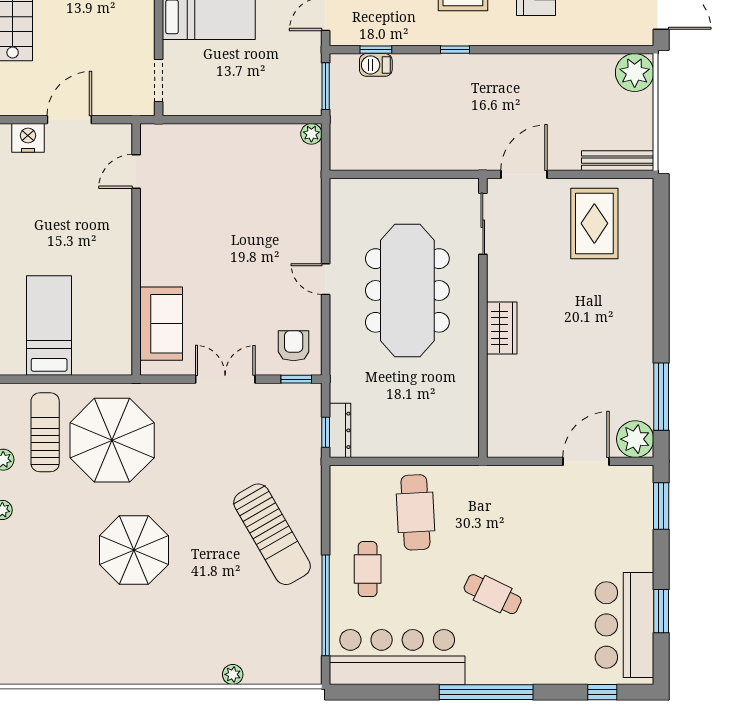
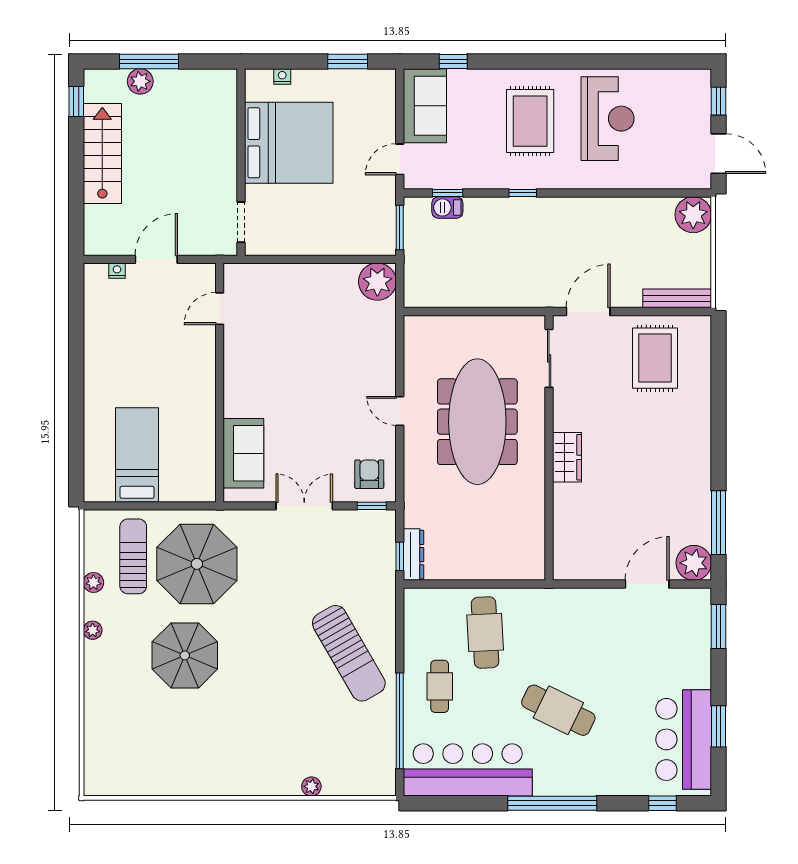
plant: (311, 134) -> (377, 282), width x1.88, depth x1.88
nightstand: (28, 138) -> (117, 271), width x0.53, depth x0.56
parasol: (134, 550) -> (185, 655), moved
cafe table: (493, 594) -> (558, 710), width x1.37, depth x1.35

